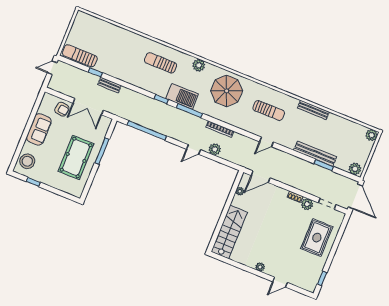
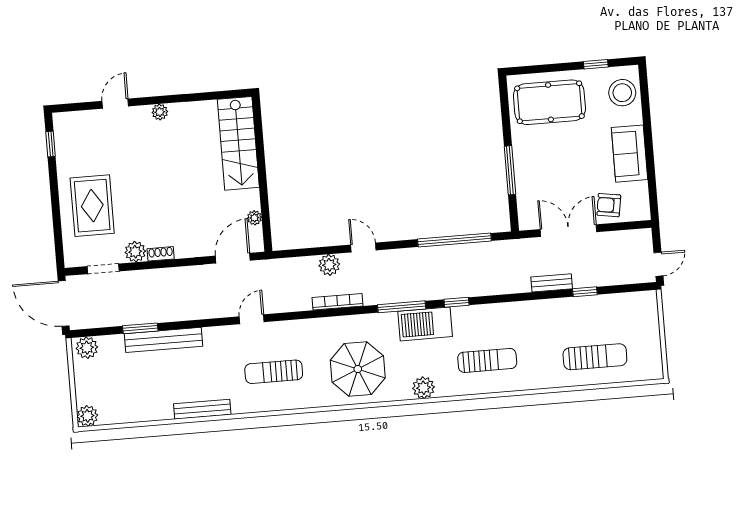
sun lounger: (80, 56) -> (595, 357), moved
door: (193, 149) -> (363, 247), hinge flipped
pool table: (76, 157) -> (549, 102), moved, turned 90

